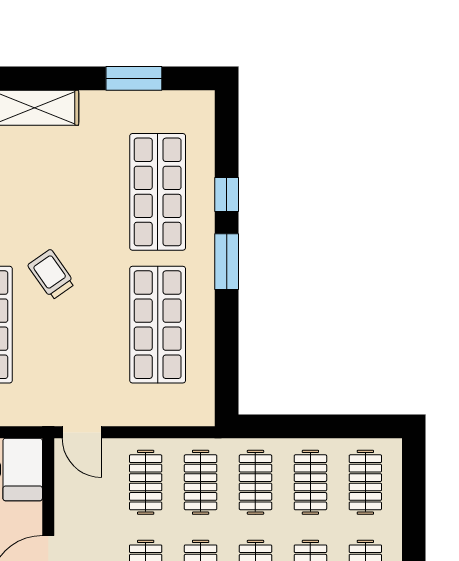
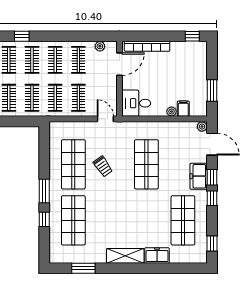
trolley: (51, 274) -> (103, 166), moved

